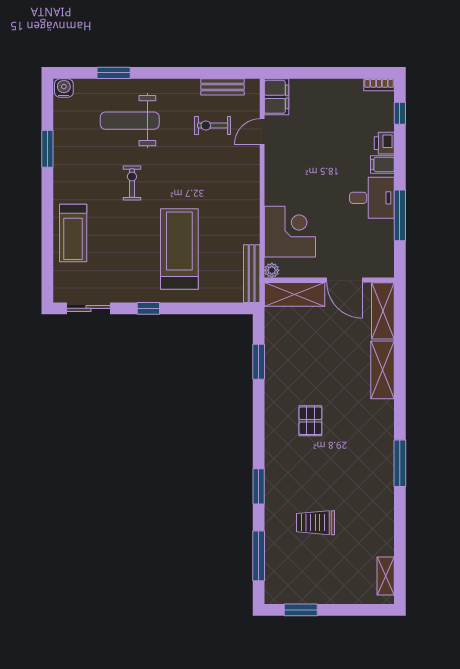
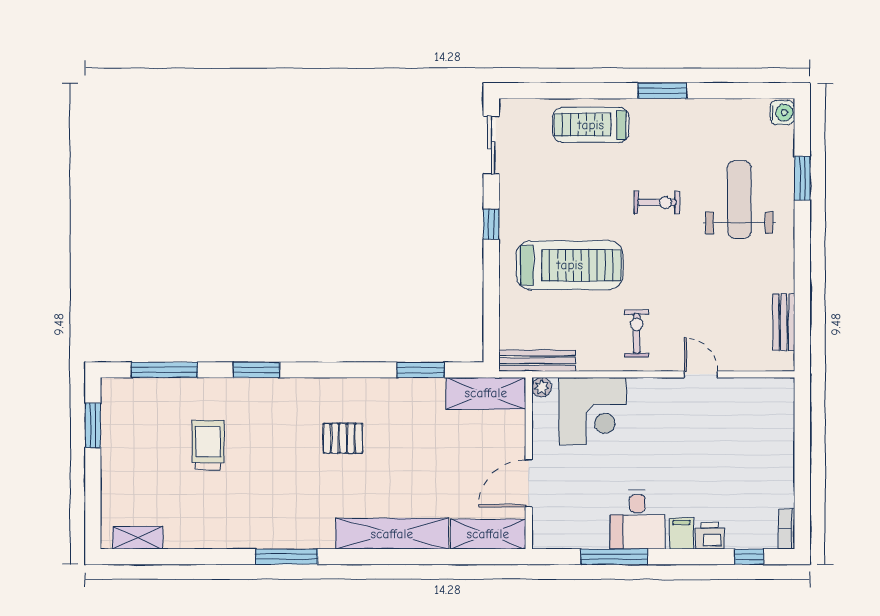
filing cabinet: (276, 97) -> (771, 393), removed
exercise bike: (213, 125) -> (637, 333), moved
door: (262, 132) -> (701, 374), moved
window: (47, 149) -> (662, 91), moved
shelving: (295, 294) -> (486, 393), moved, turned 90
shelving: (383, 370) -> (392, 534), width x1.47

